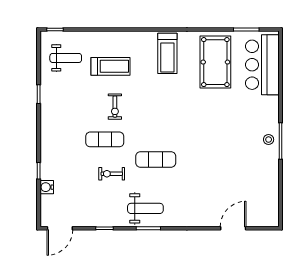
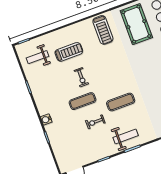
weight bench: (66, 58) -> (38, 57), turned 180
water cooler: (47, 187) -> (46, 119), moved

